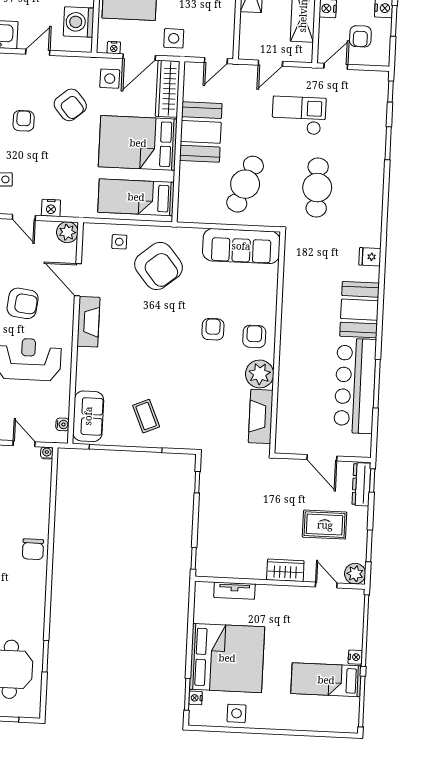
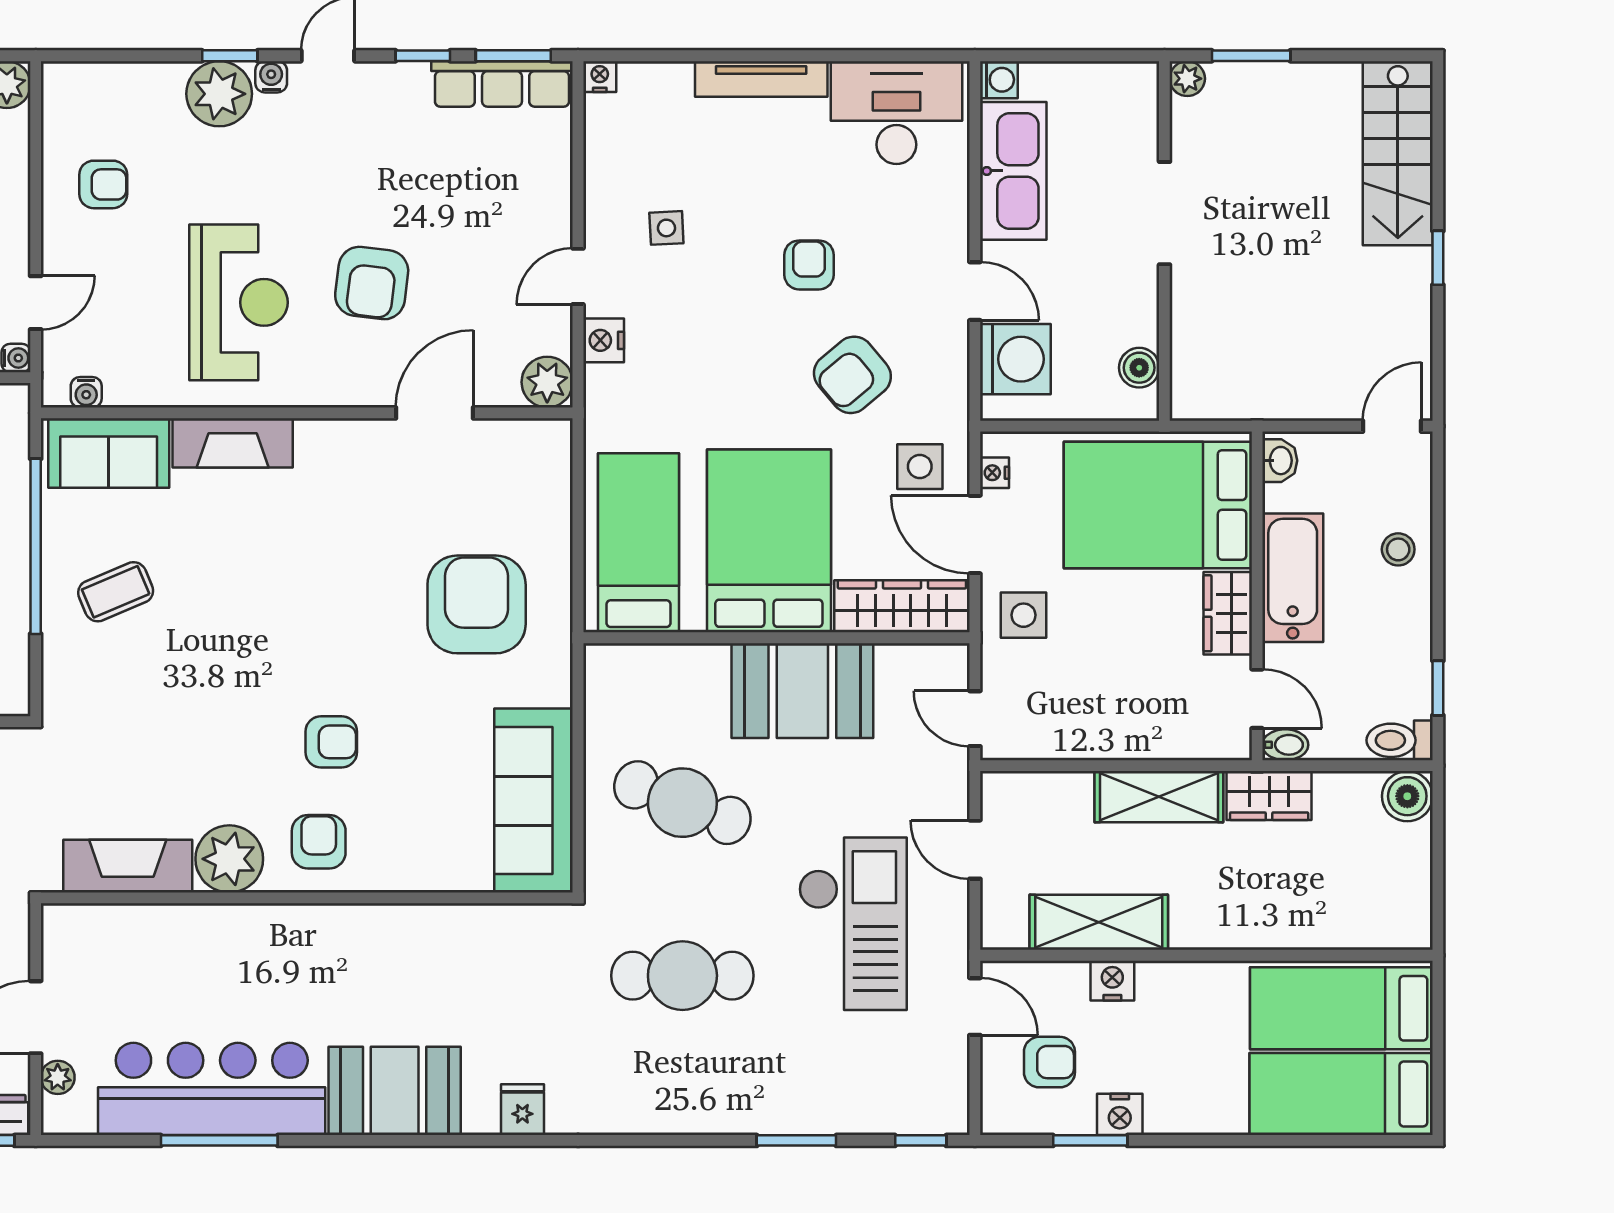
washing machine: (79, 22) -> (1015, 359), moved, turned 90
armchair: (360, 36) -> (1049, 1062), turned 180
checkout: (299, 115) -> (853, 924), width x1.36, depth x1.21
armchair: (24, 121) -> (809, 265), turned -90
side table: (119, 242) -> (530, 508), removed
armchair: (158, 266) -> (477, 604), turned 129
fireplace: (88, 322) -> (233, 443), moved
armchair: (254, 336) -> (319, 842), turned -90
plant: (347, 450) -> (58, 1077), added

